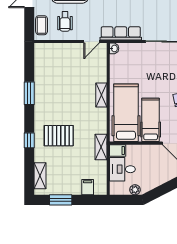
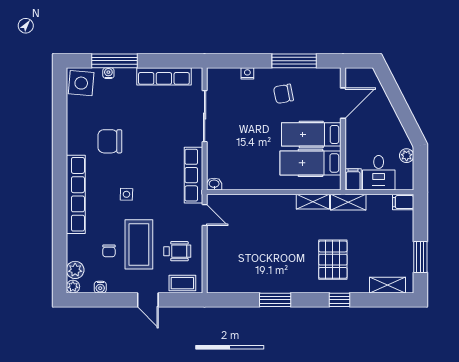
shelving: (101, 95) -> (313, 202), moved
hospital bed: (126, 113) -> (311, 163), width x0.73, depth x0.78
filing cabinet: (88, 187) -> (403, 202), moved

